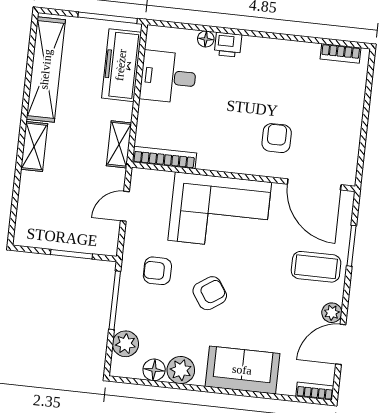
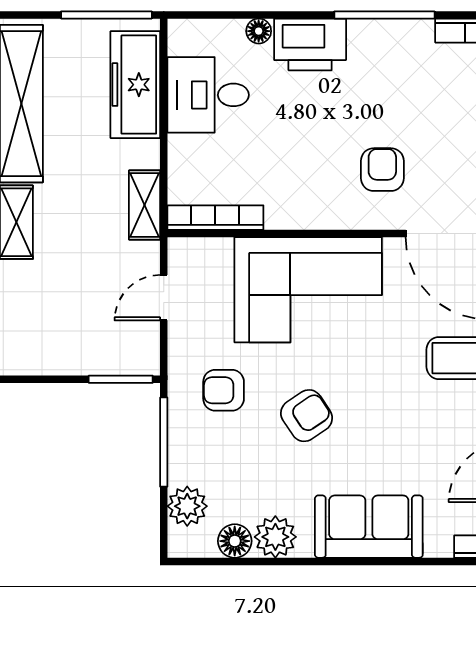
window: (289, 37) -> (384, 15), added
printer: (228, 45) -> (310, 44), width x1.87, depth x1.48
window: (72, 254) -> (121, 379), moved

